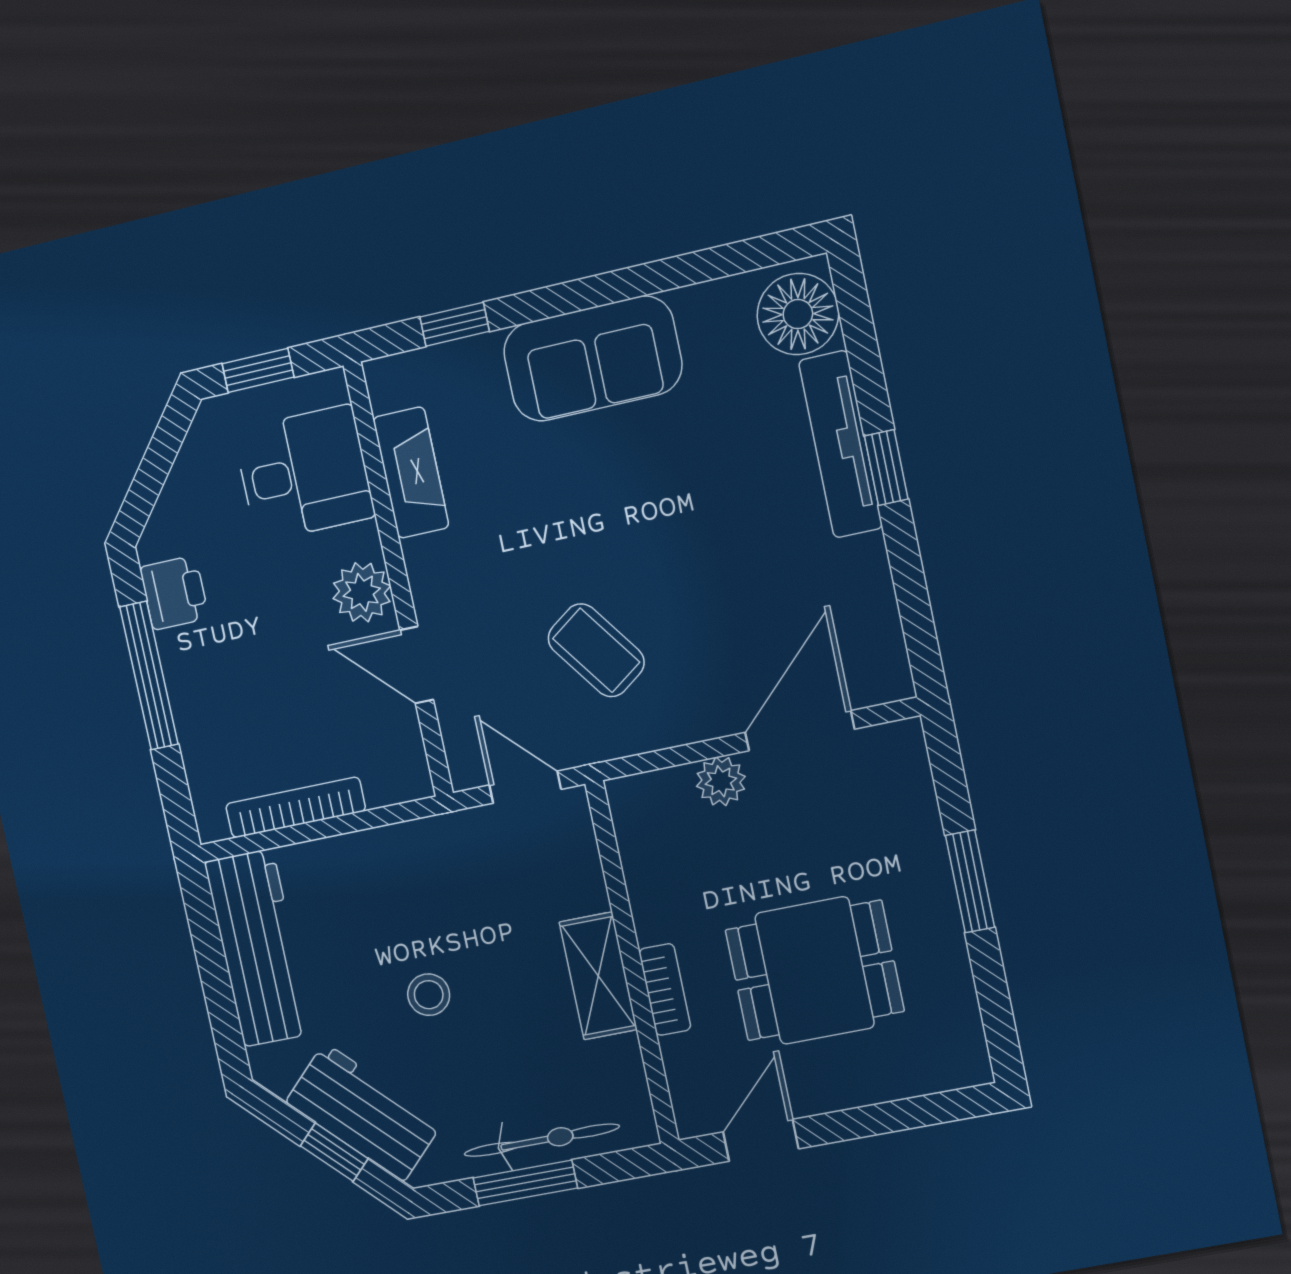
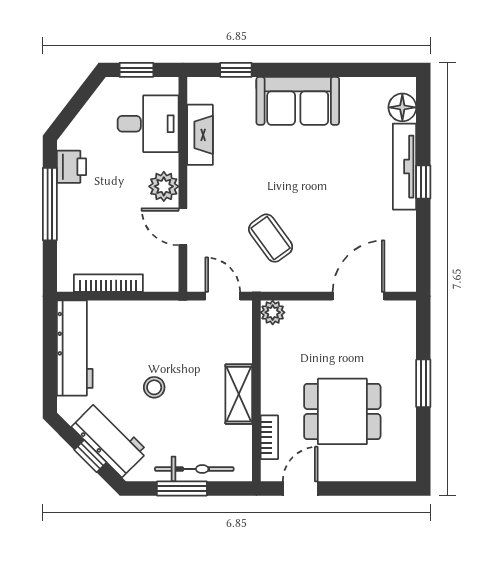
floor lamp: (798, 314) -> (402, 107), width x0.73, depth x0.73
plant: (721, 781) -> (273, 312), moved
bookcase: (665, 990) -> (269, 437), moved

